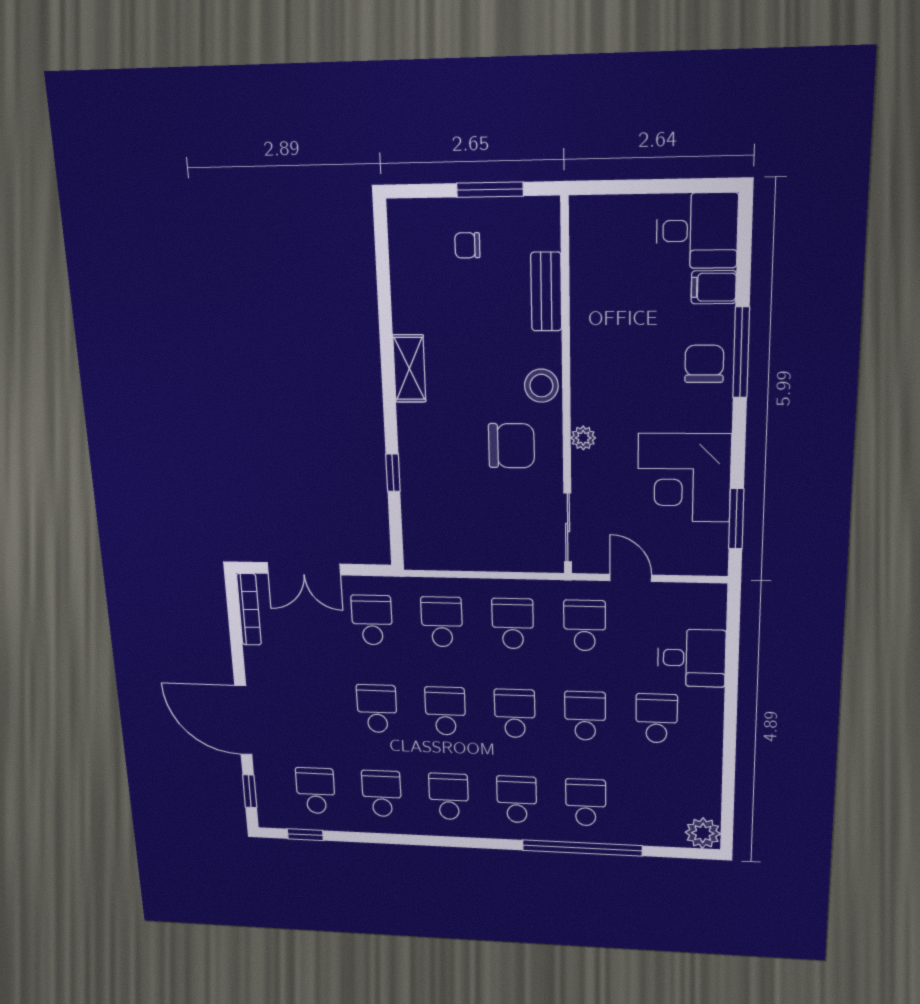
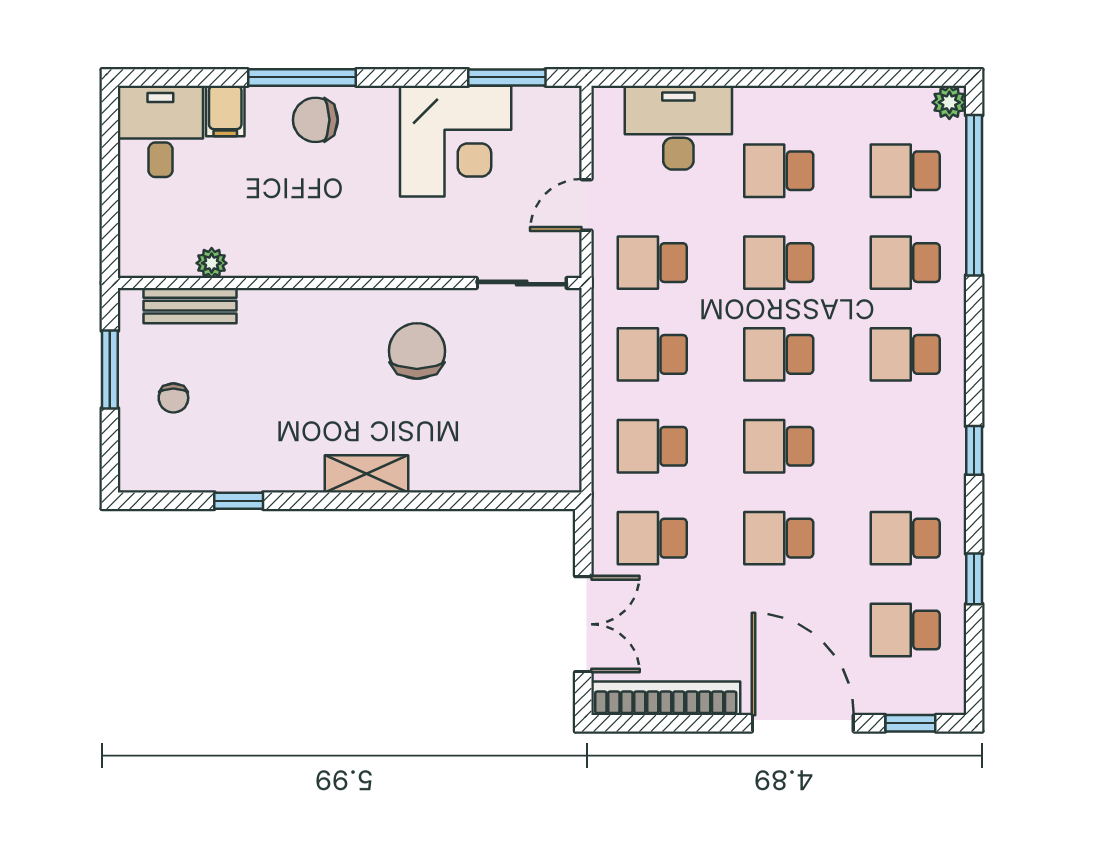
bench: (546, 292) -> (190, 306), moved
shelving: (409, 369) -> (367, 474), moved
stool: (541, 386) -> (342, 313), removed
plant: (583, 438) -> (212, 263), moved
window: (393, 473) -> (239, 501), moved
bookcase: (249, 609) -> (666, 698), width x1.48, depth x1.31
desk: (692, 658) -> (678, 128), width x1.37
door: (243, 720) -> (803, 723), swing flipped
school desk: (449, 796) -> (905, 171), moved
plant: (703, 833) -> (949, 102), width x0.73, depth x0.73
window: (305, 835) -> (974, 579), moved
window: (447, 841) -> (974, 450), added
window: (582, 848) -> (974, 195), moved

